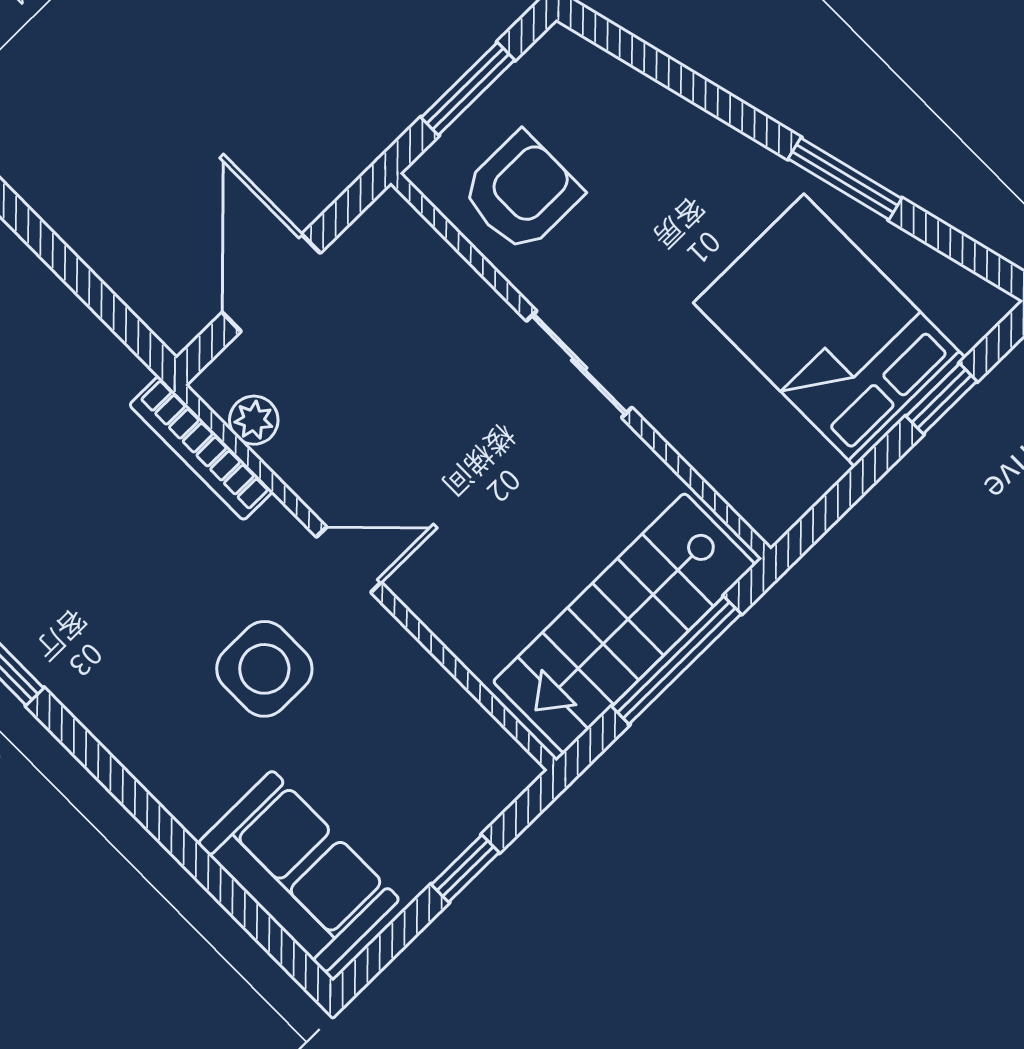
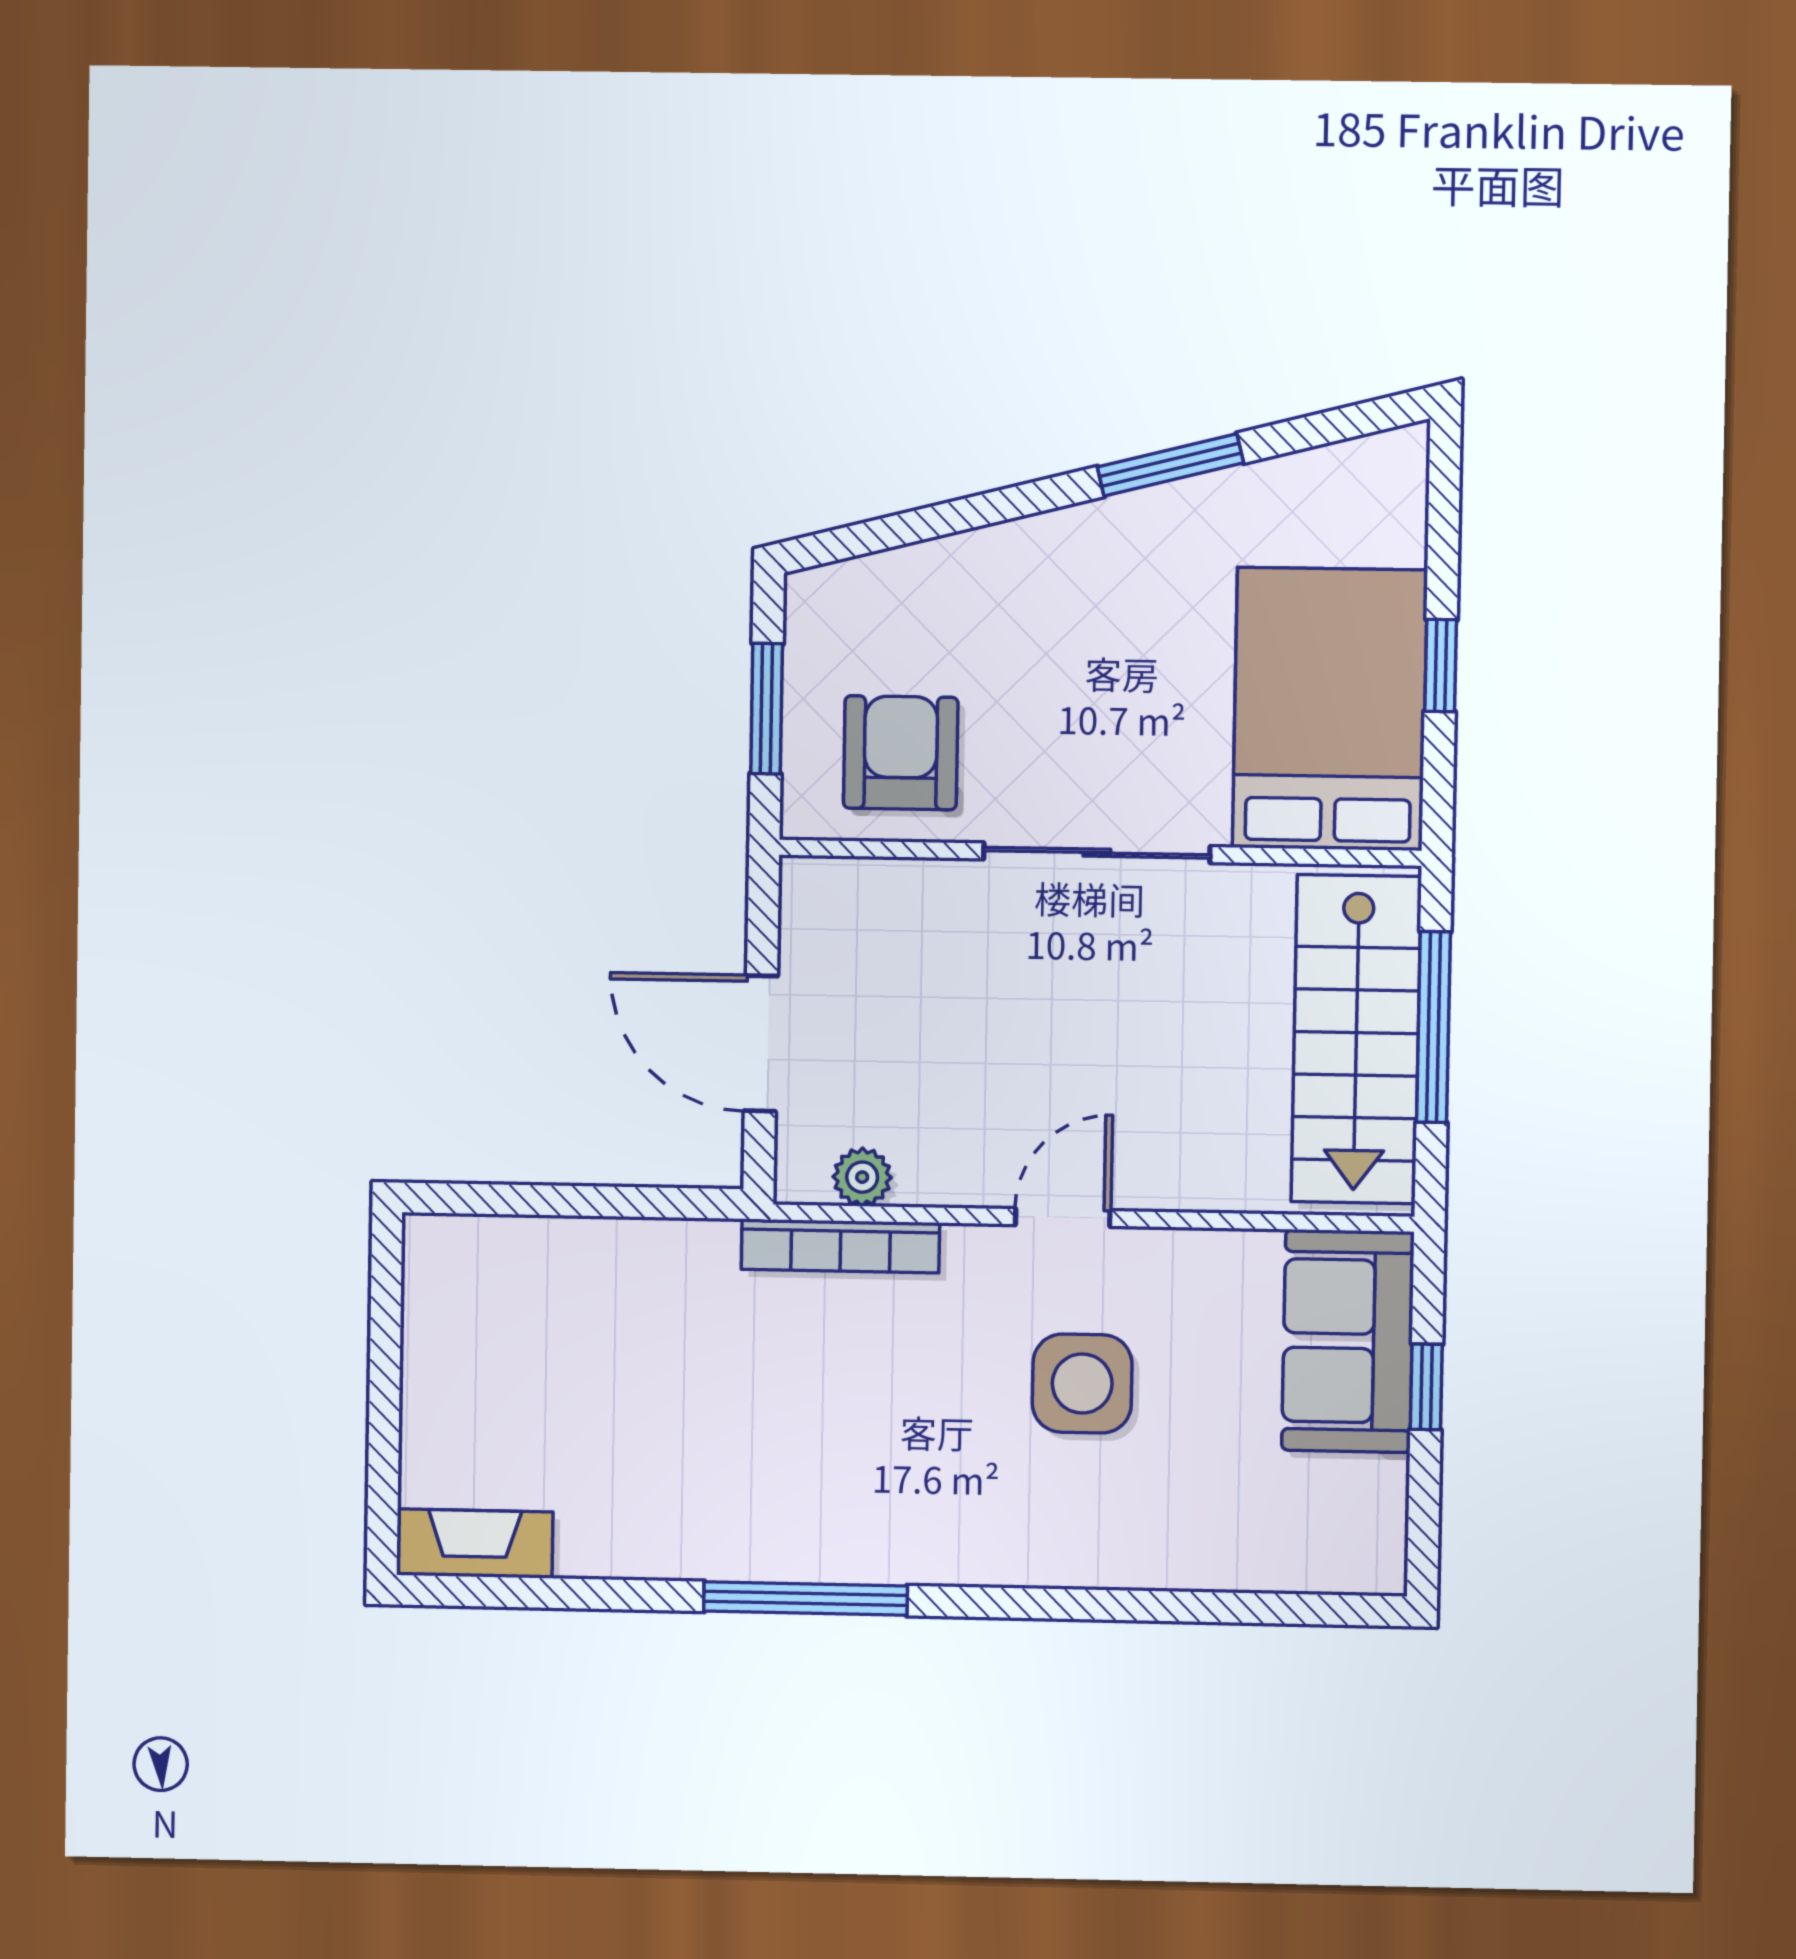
bed: (829, 330) -> (1330, 709), moved, turned 90
sliding door: (579, 364) -> (1097, 853), width x1.37
window: (941, 399) -> (1441, 666), moved
sofa: (299, 871) -> (1348, 1341), moved, turned -90

